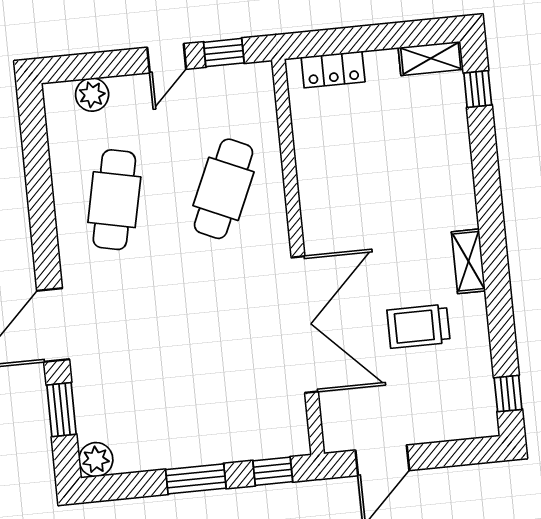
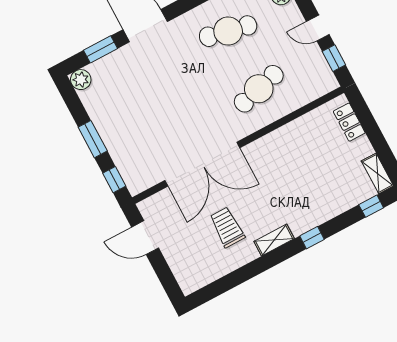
cafe table: (224, 189) -> (259, 89), turned -39
window: (508, 394) -> (312, 238), moved

